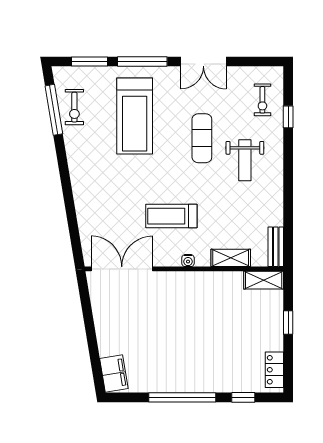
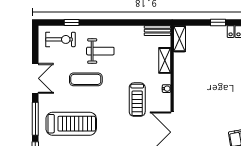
exercise bike: (262, 100) -> (61, 39), width x1.38, depth x1.39
window: (288, 323) -> (218, 22), moved

